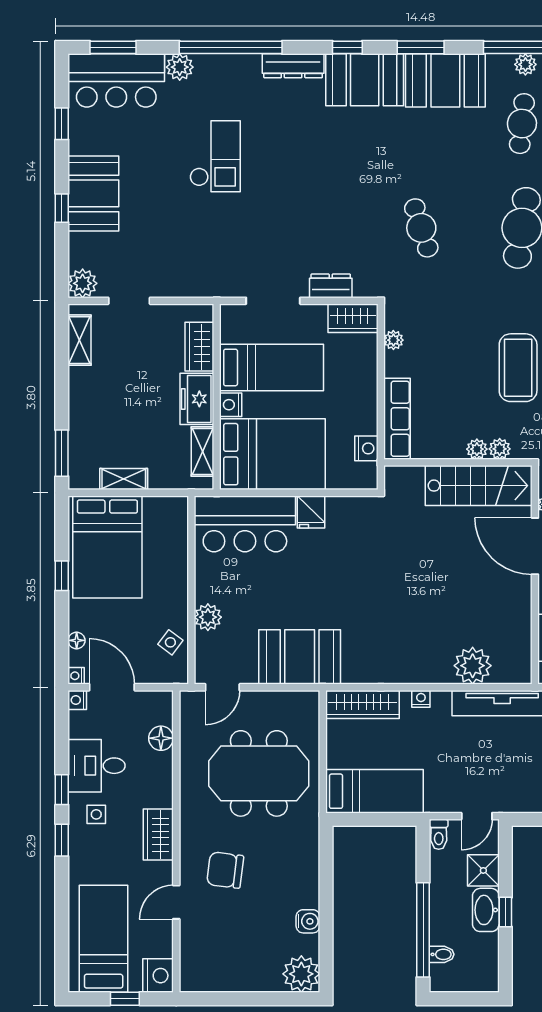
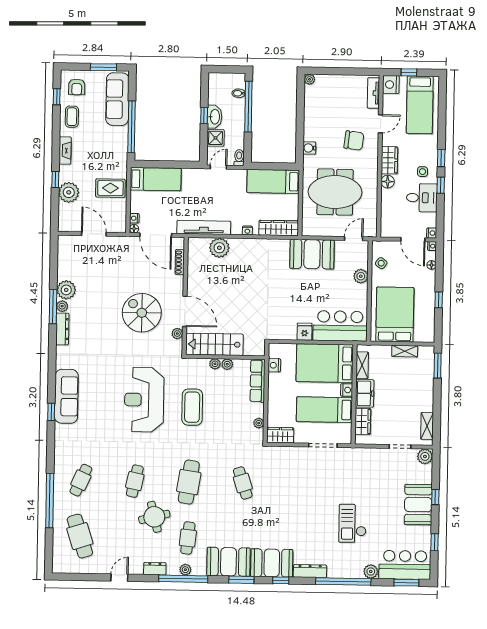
dresser: (331, 286) -> (292, 453), removed
plant: (500, 449) -> (227, 364), moved
bed: (107, 547) -> (395, 315), moved
floor lamp: (161, 738) -> (388, 182), moved
water cooler: (308, 921) -> (309, 148), moved
tv unit: (190, 959) -> (373, 93), added
plant: (301, 974) -> (310, 79), width x0.53, depth x0.53

